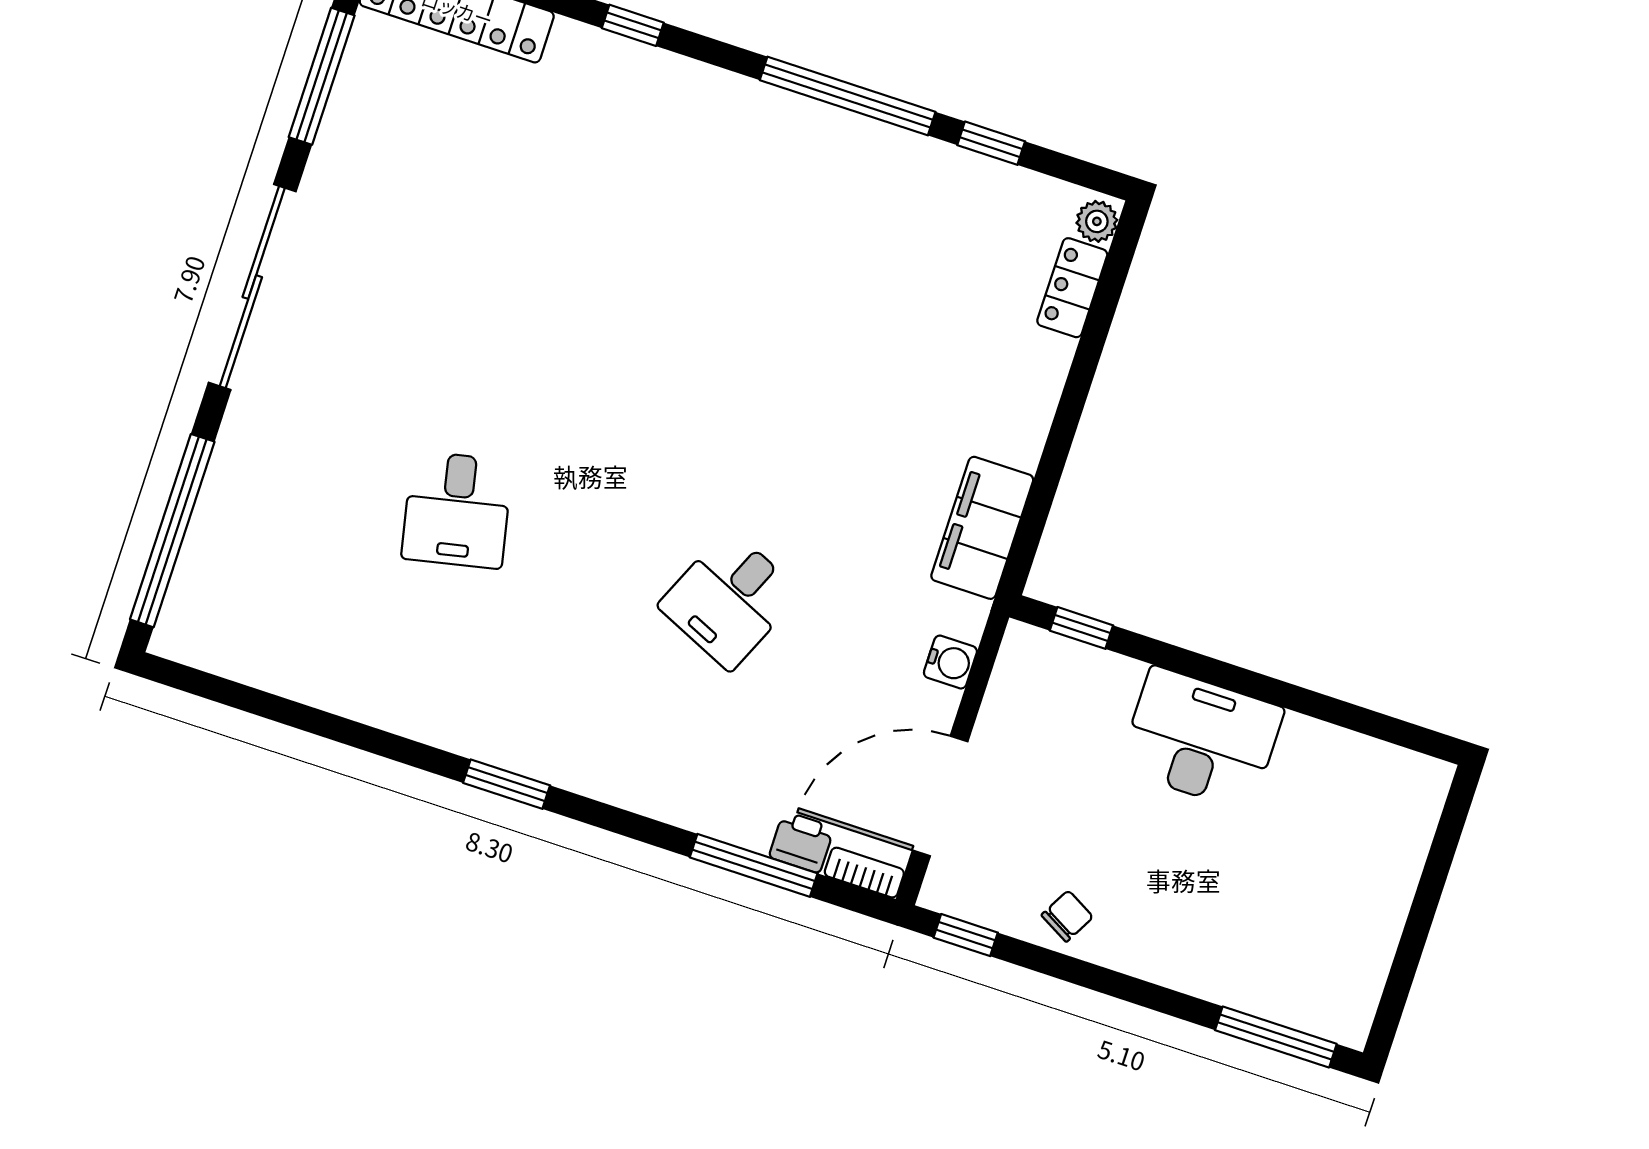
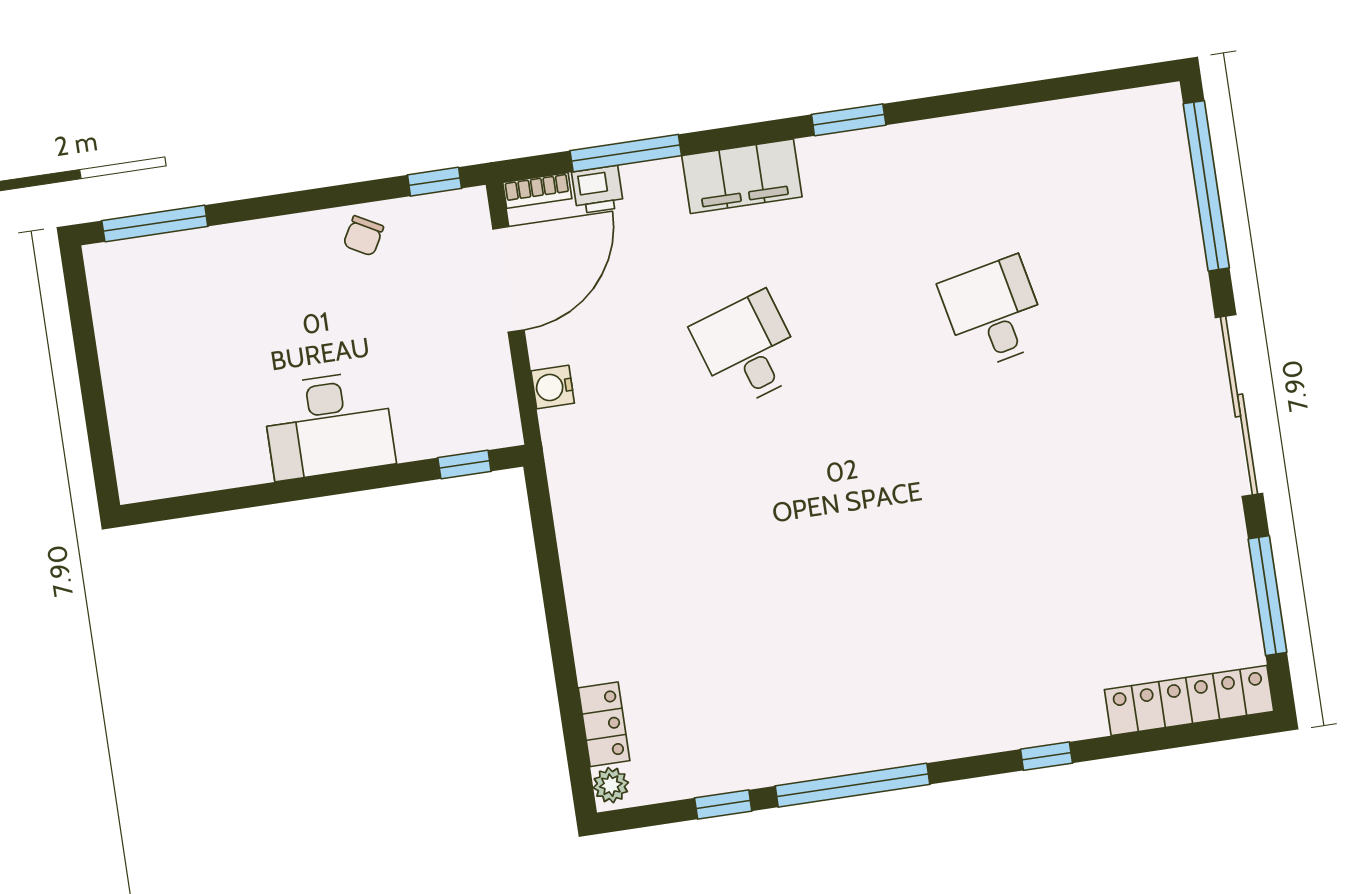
filing cabinet: (982, 528) -> (742, 176), moved, turned 90
desk: (730, 599) -> (748, 350), turned -42

